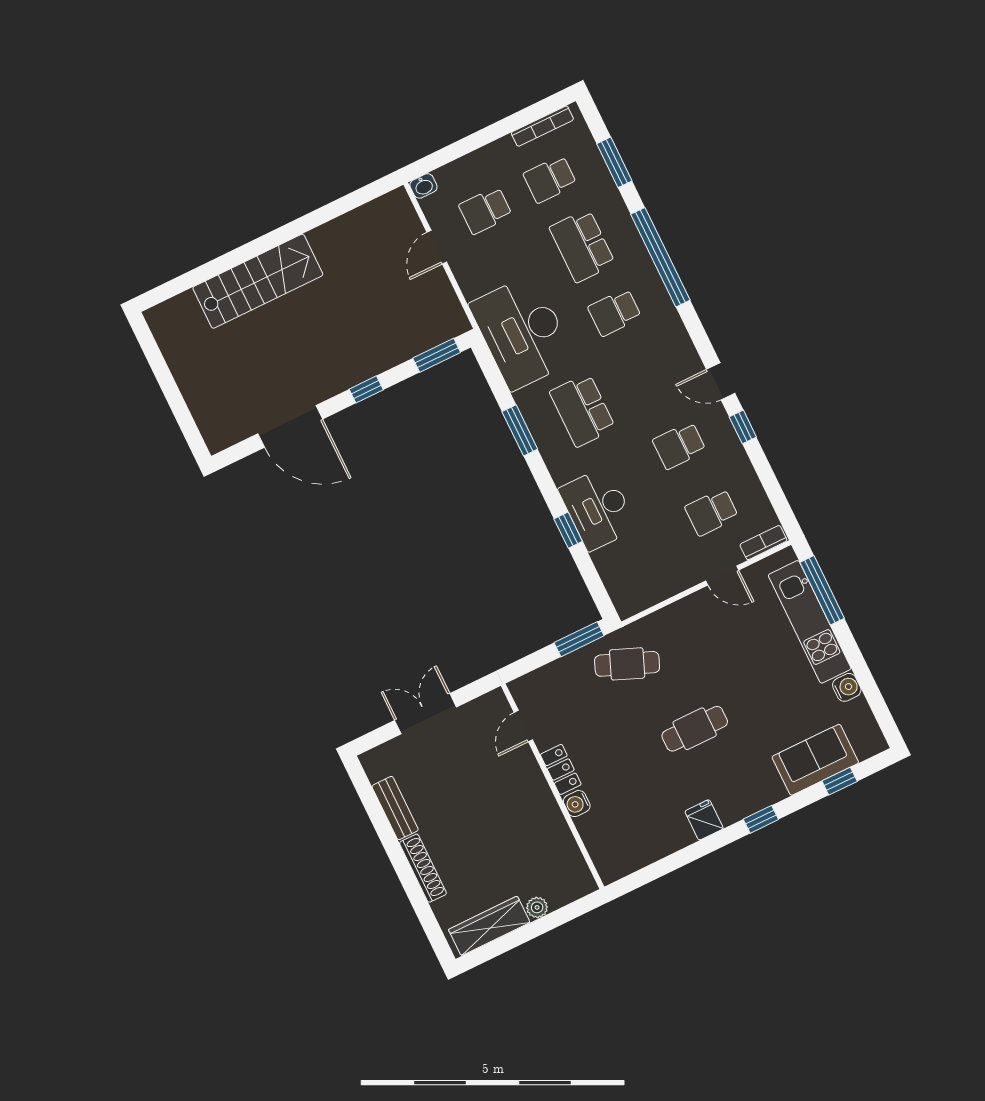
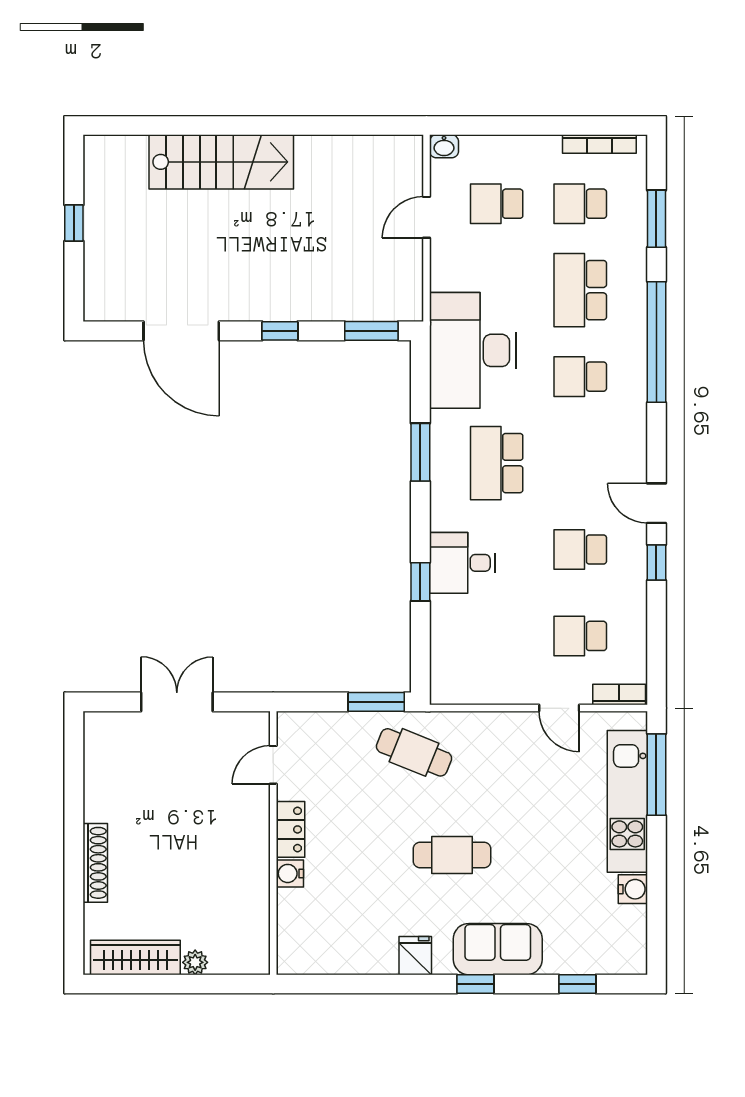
window: (167, 383) -> (74, 223), added
desk: (598, 509) -> (462, 563), width x0.73
sofa: (815, 760) -> (498, 949), moved
bench: (395, 808) -> (97, 785), removed

